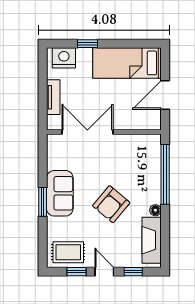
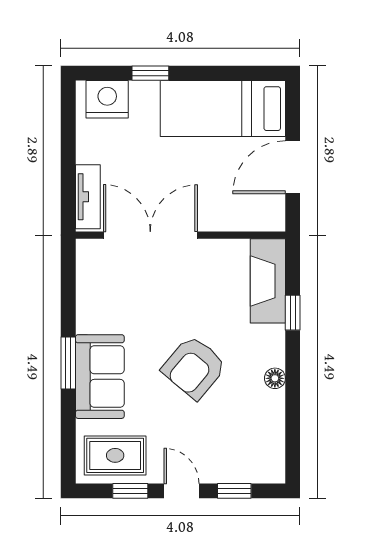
tv unit: (53, 97) -> (88, 197), moved
window: (165, 174) -> (293, 313), width x0.32
sofa: (60, 193) -> (100, 377), moved
fireplace: (152, 240) -> (268, 281), moved

